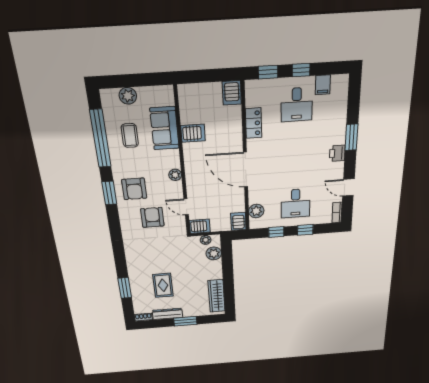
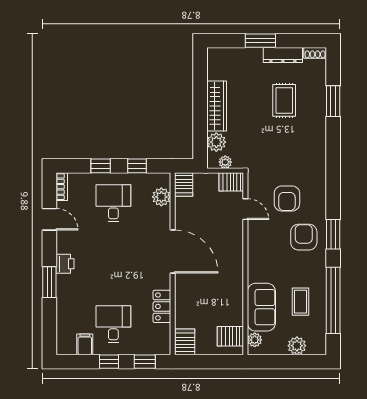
server rack: (193, 133) -> (230, 336), moved
plant: (175, 175) -> (255, 340), moved
wardrobe: (216, 296) -> (217, 106), moved

